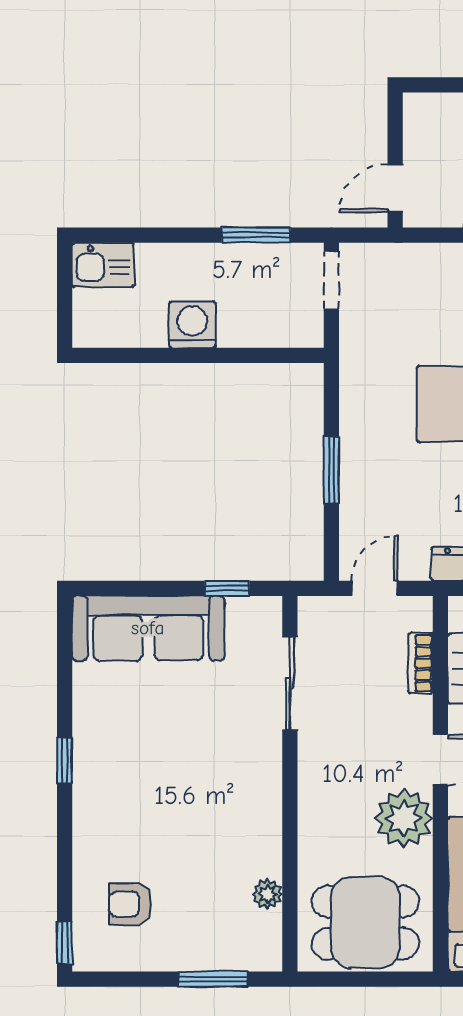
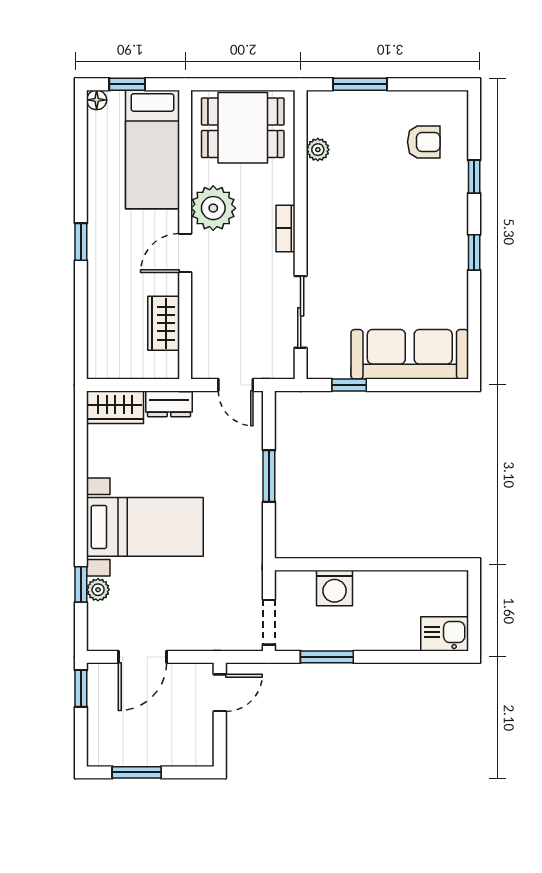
washing machine: (192, 325) -> (335, 588), moved
door: (375, 588) -> (236, 385), hinge flipped
bookcase: (421, 663) -> (286, 228), moved, turned 180
window: (65, 943) -> (474, 177), moved

